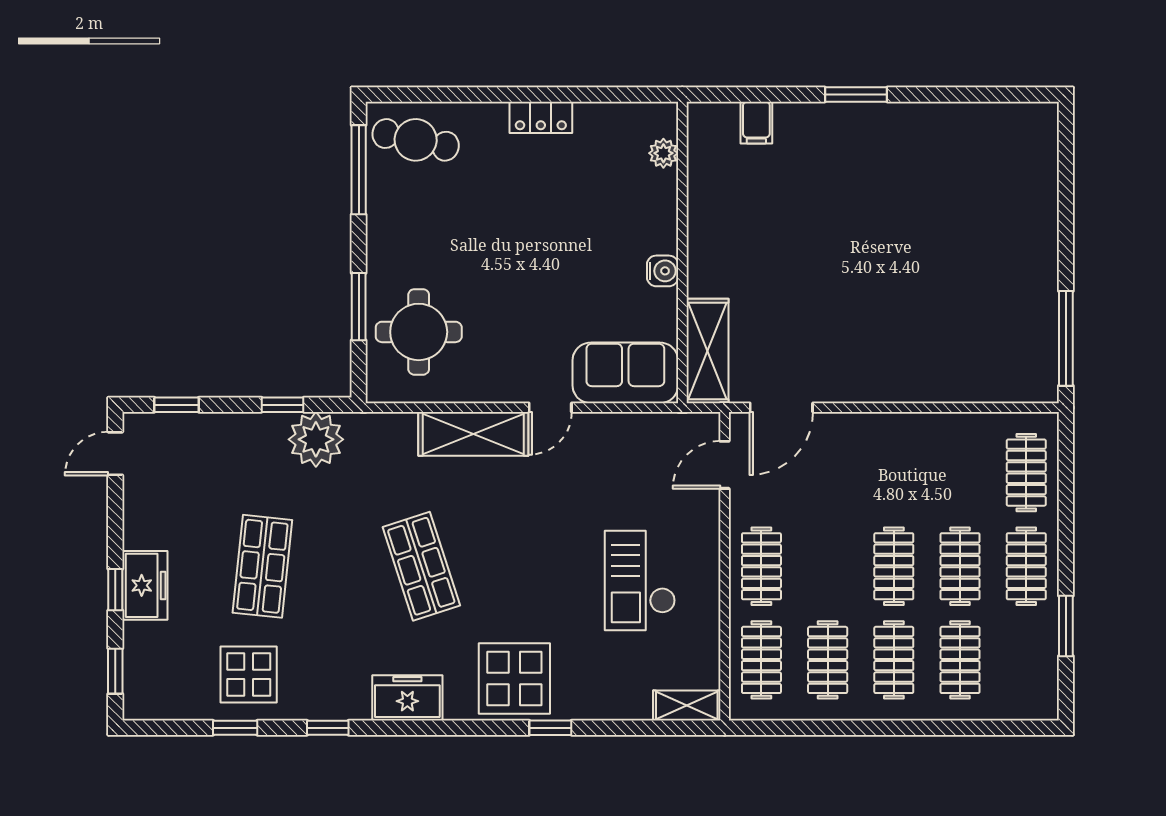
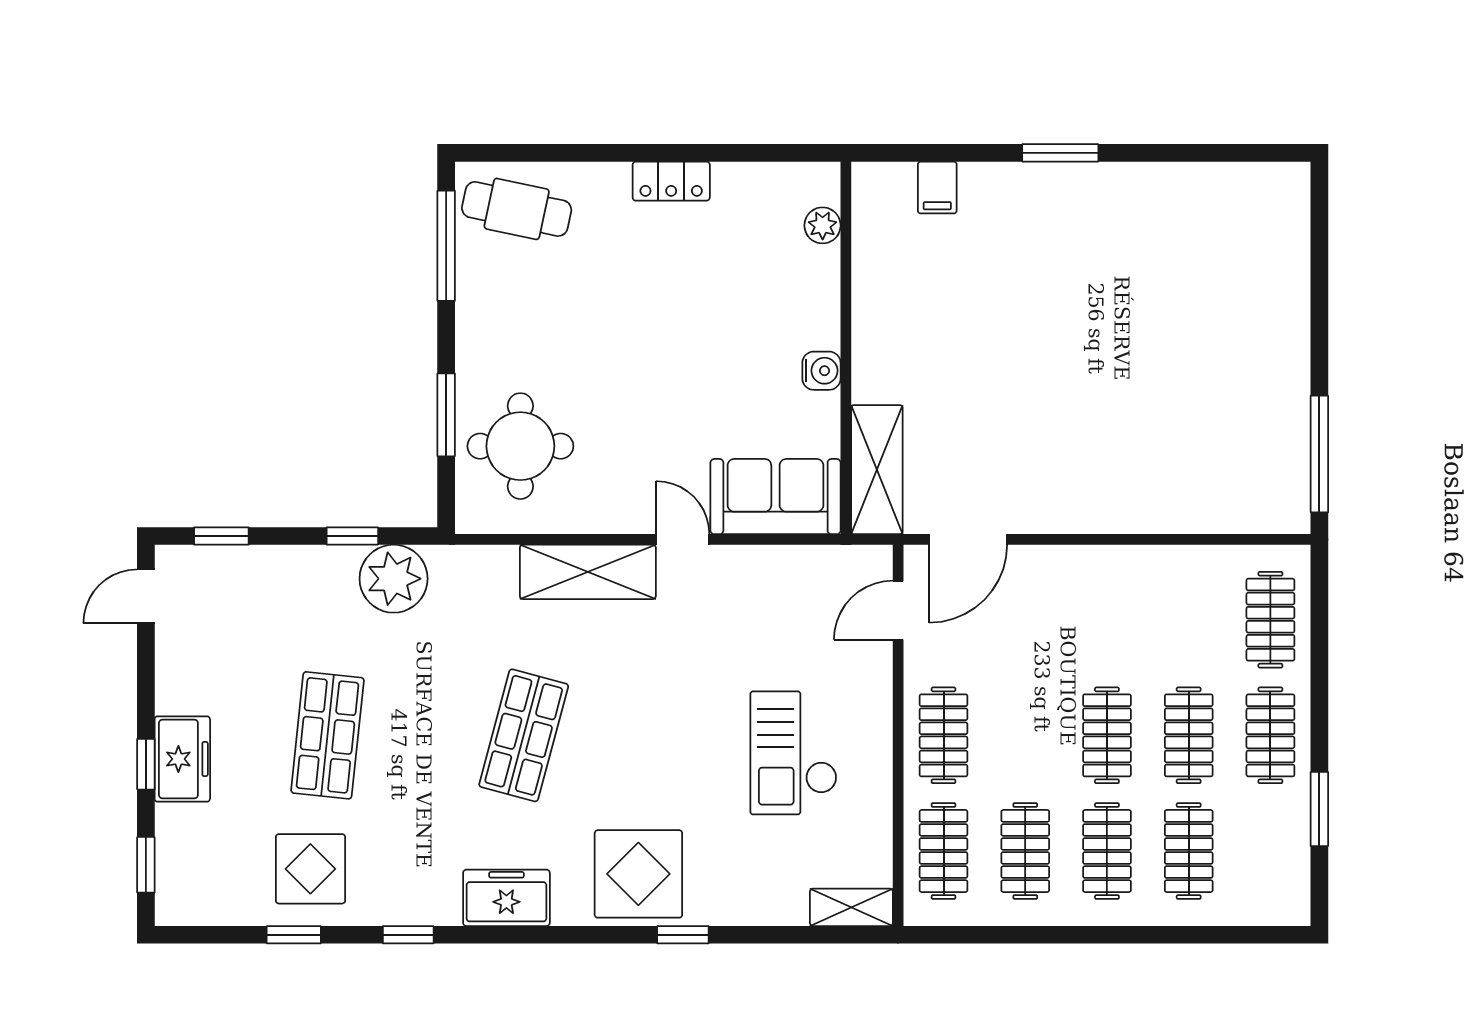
door: (550, 408) -> (683, 539), swing flipped
shop shelf: (421, 566) -> (524, 735), turned 33

